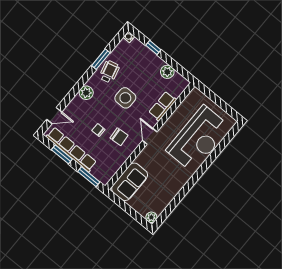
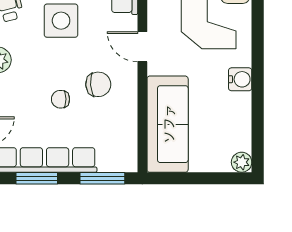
sofa: (130, 182) -> (168, 124), width x1.36
water cooler: (179, 183) -> (240, 79), added

